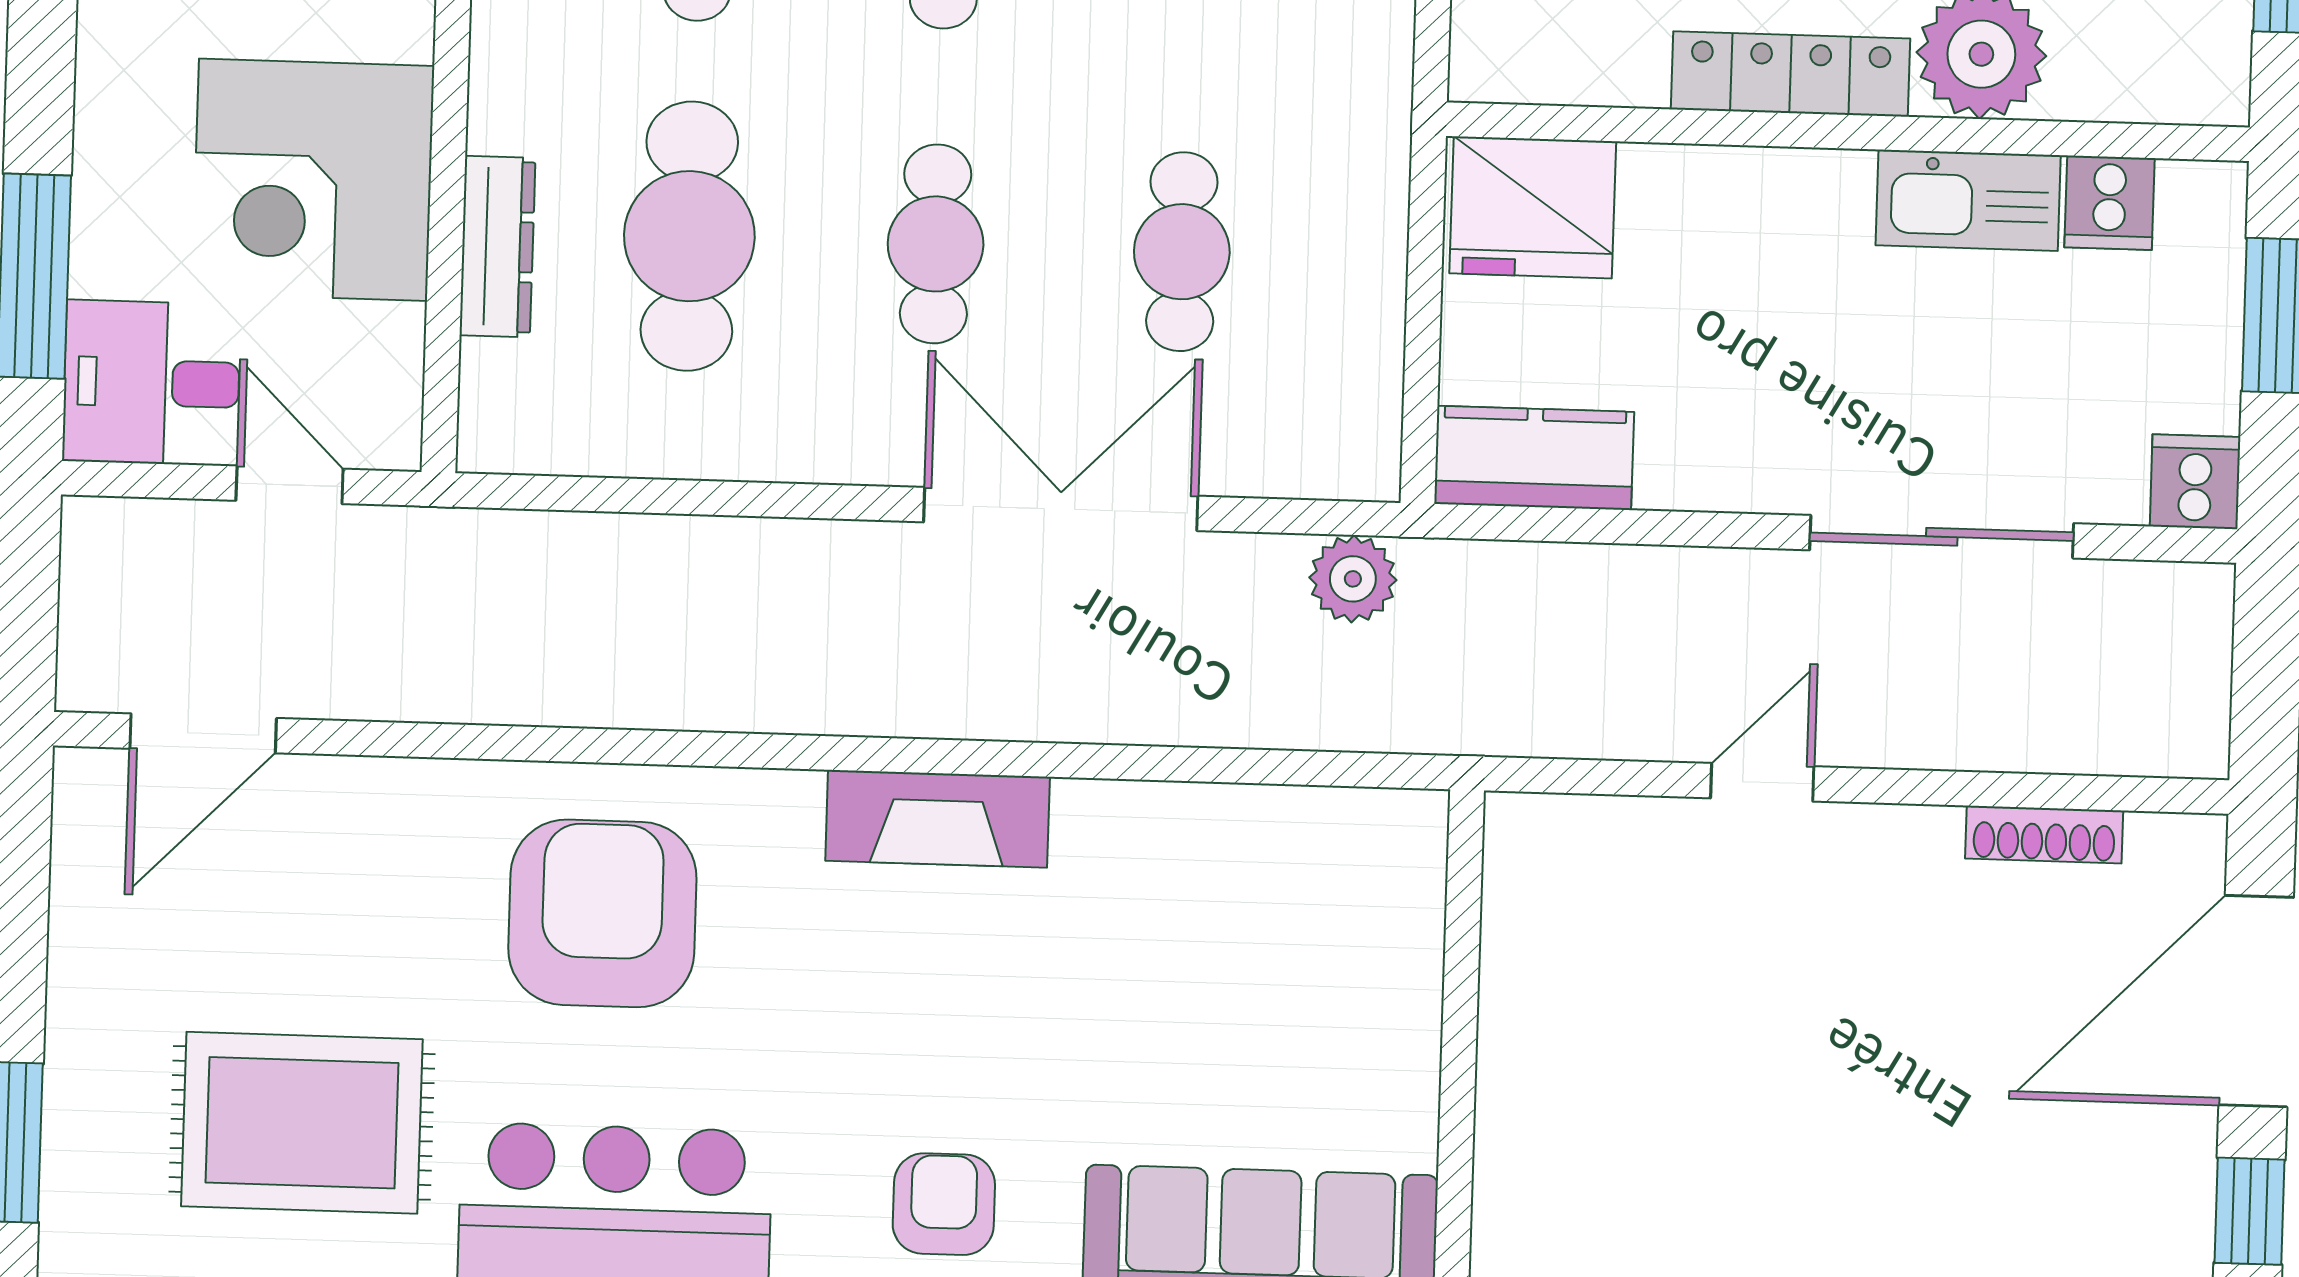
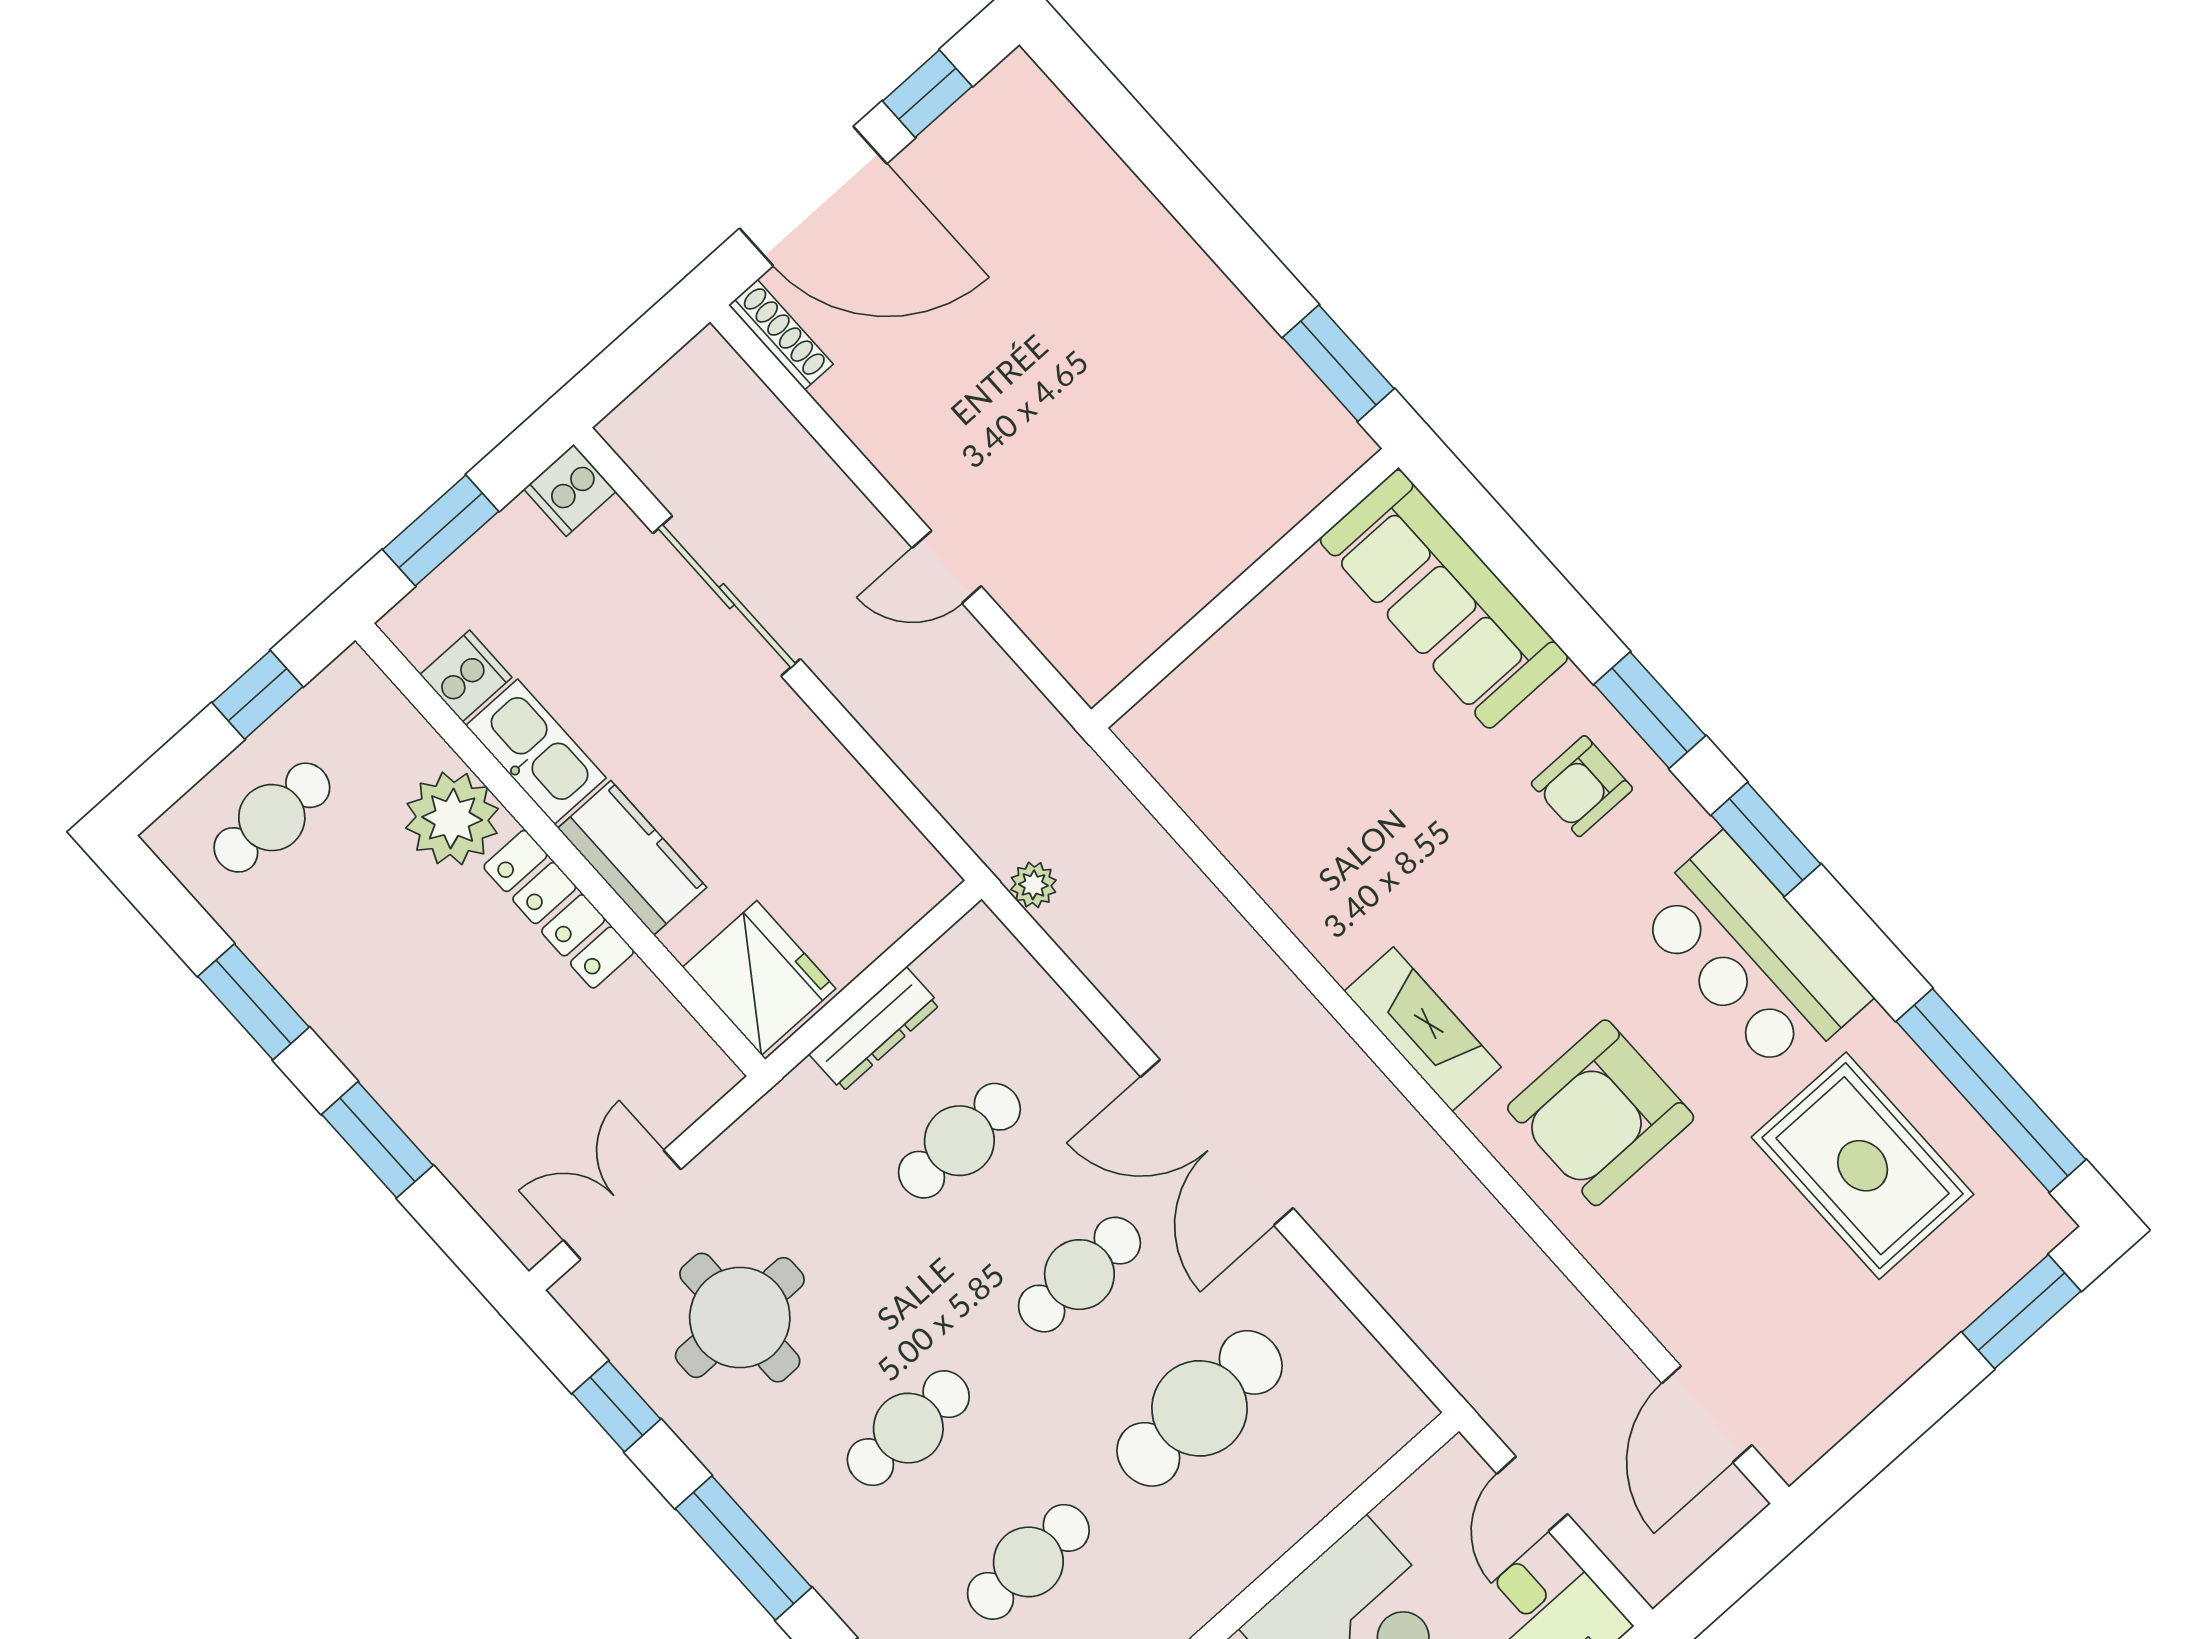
dresser: (497, 247) -> (874, 1029), moved, turned 180
kitchen counter: (1534, 458) -> (632, 858), moved, turned 180
double door: (1061, 509) -> (1217, 1142), moved
plant: (1353, 579) -> (1033, 885), width x0.73, depth x0.73
door: (203, 733) -> (1707, 1414), swing flipped
fireplace: (938, 819) -> (1423, 1029), moved
shoe rack: (2044, 835) -> (781, 335), moved

